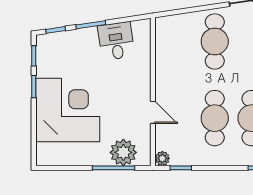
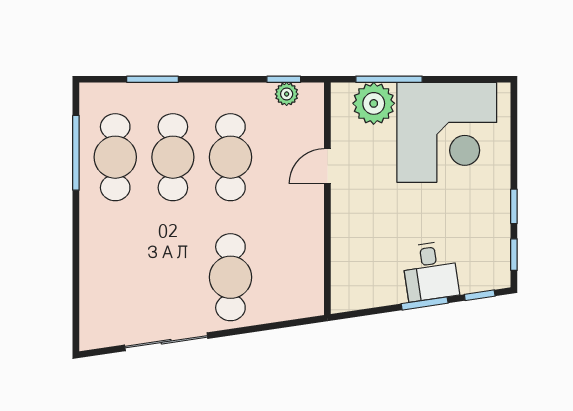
desk: (116, 41) -> (430, 271), moved
corner desk: (68, 110) -> (447, 132), moved, turned -90
door: (153, 112) -> (327, 166), hinge flipped
plant: (162, 158) -> (287, 94), moved

